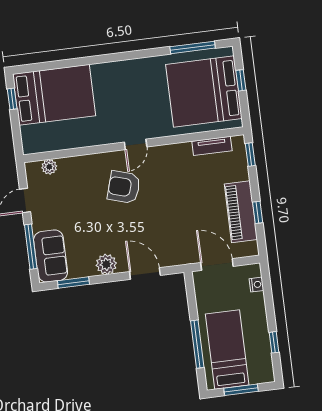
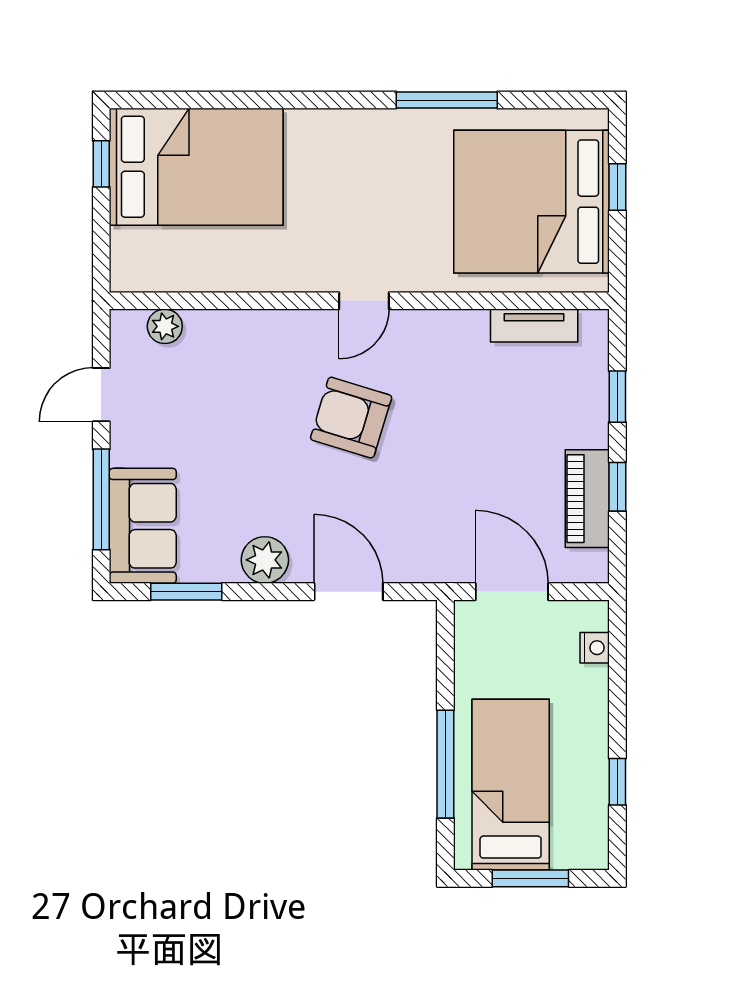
window: (193, 47) -> (447, 100), moved
window: (250, 154) -> (617, 397), moved
armchair: (124, 187) -> (351, 418), moved
piano: (241, 212) -> (587, 499), width x0.73, depth x0.75

